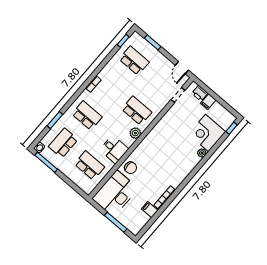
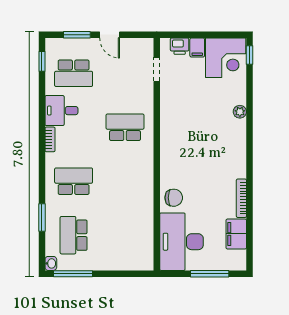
school desk: (134, 61) -> (74, 73), turned 180
door: (182, 68) -> (110, 35), moved
plant: (135, 133) -> (145, 154), removed
corner desk: (207, 133) -> (226, 58), moved, turned -90
desk: (114, 149) -> (61, 111), moved, turned 180
school desk: (89, 165) -> (125, 235), removed
filing cabinet: (150, 210) -> (236, 234), width x2.00

